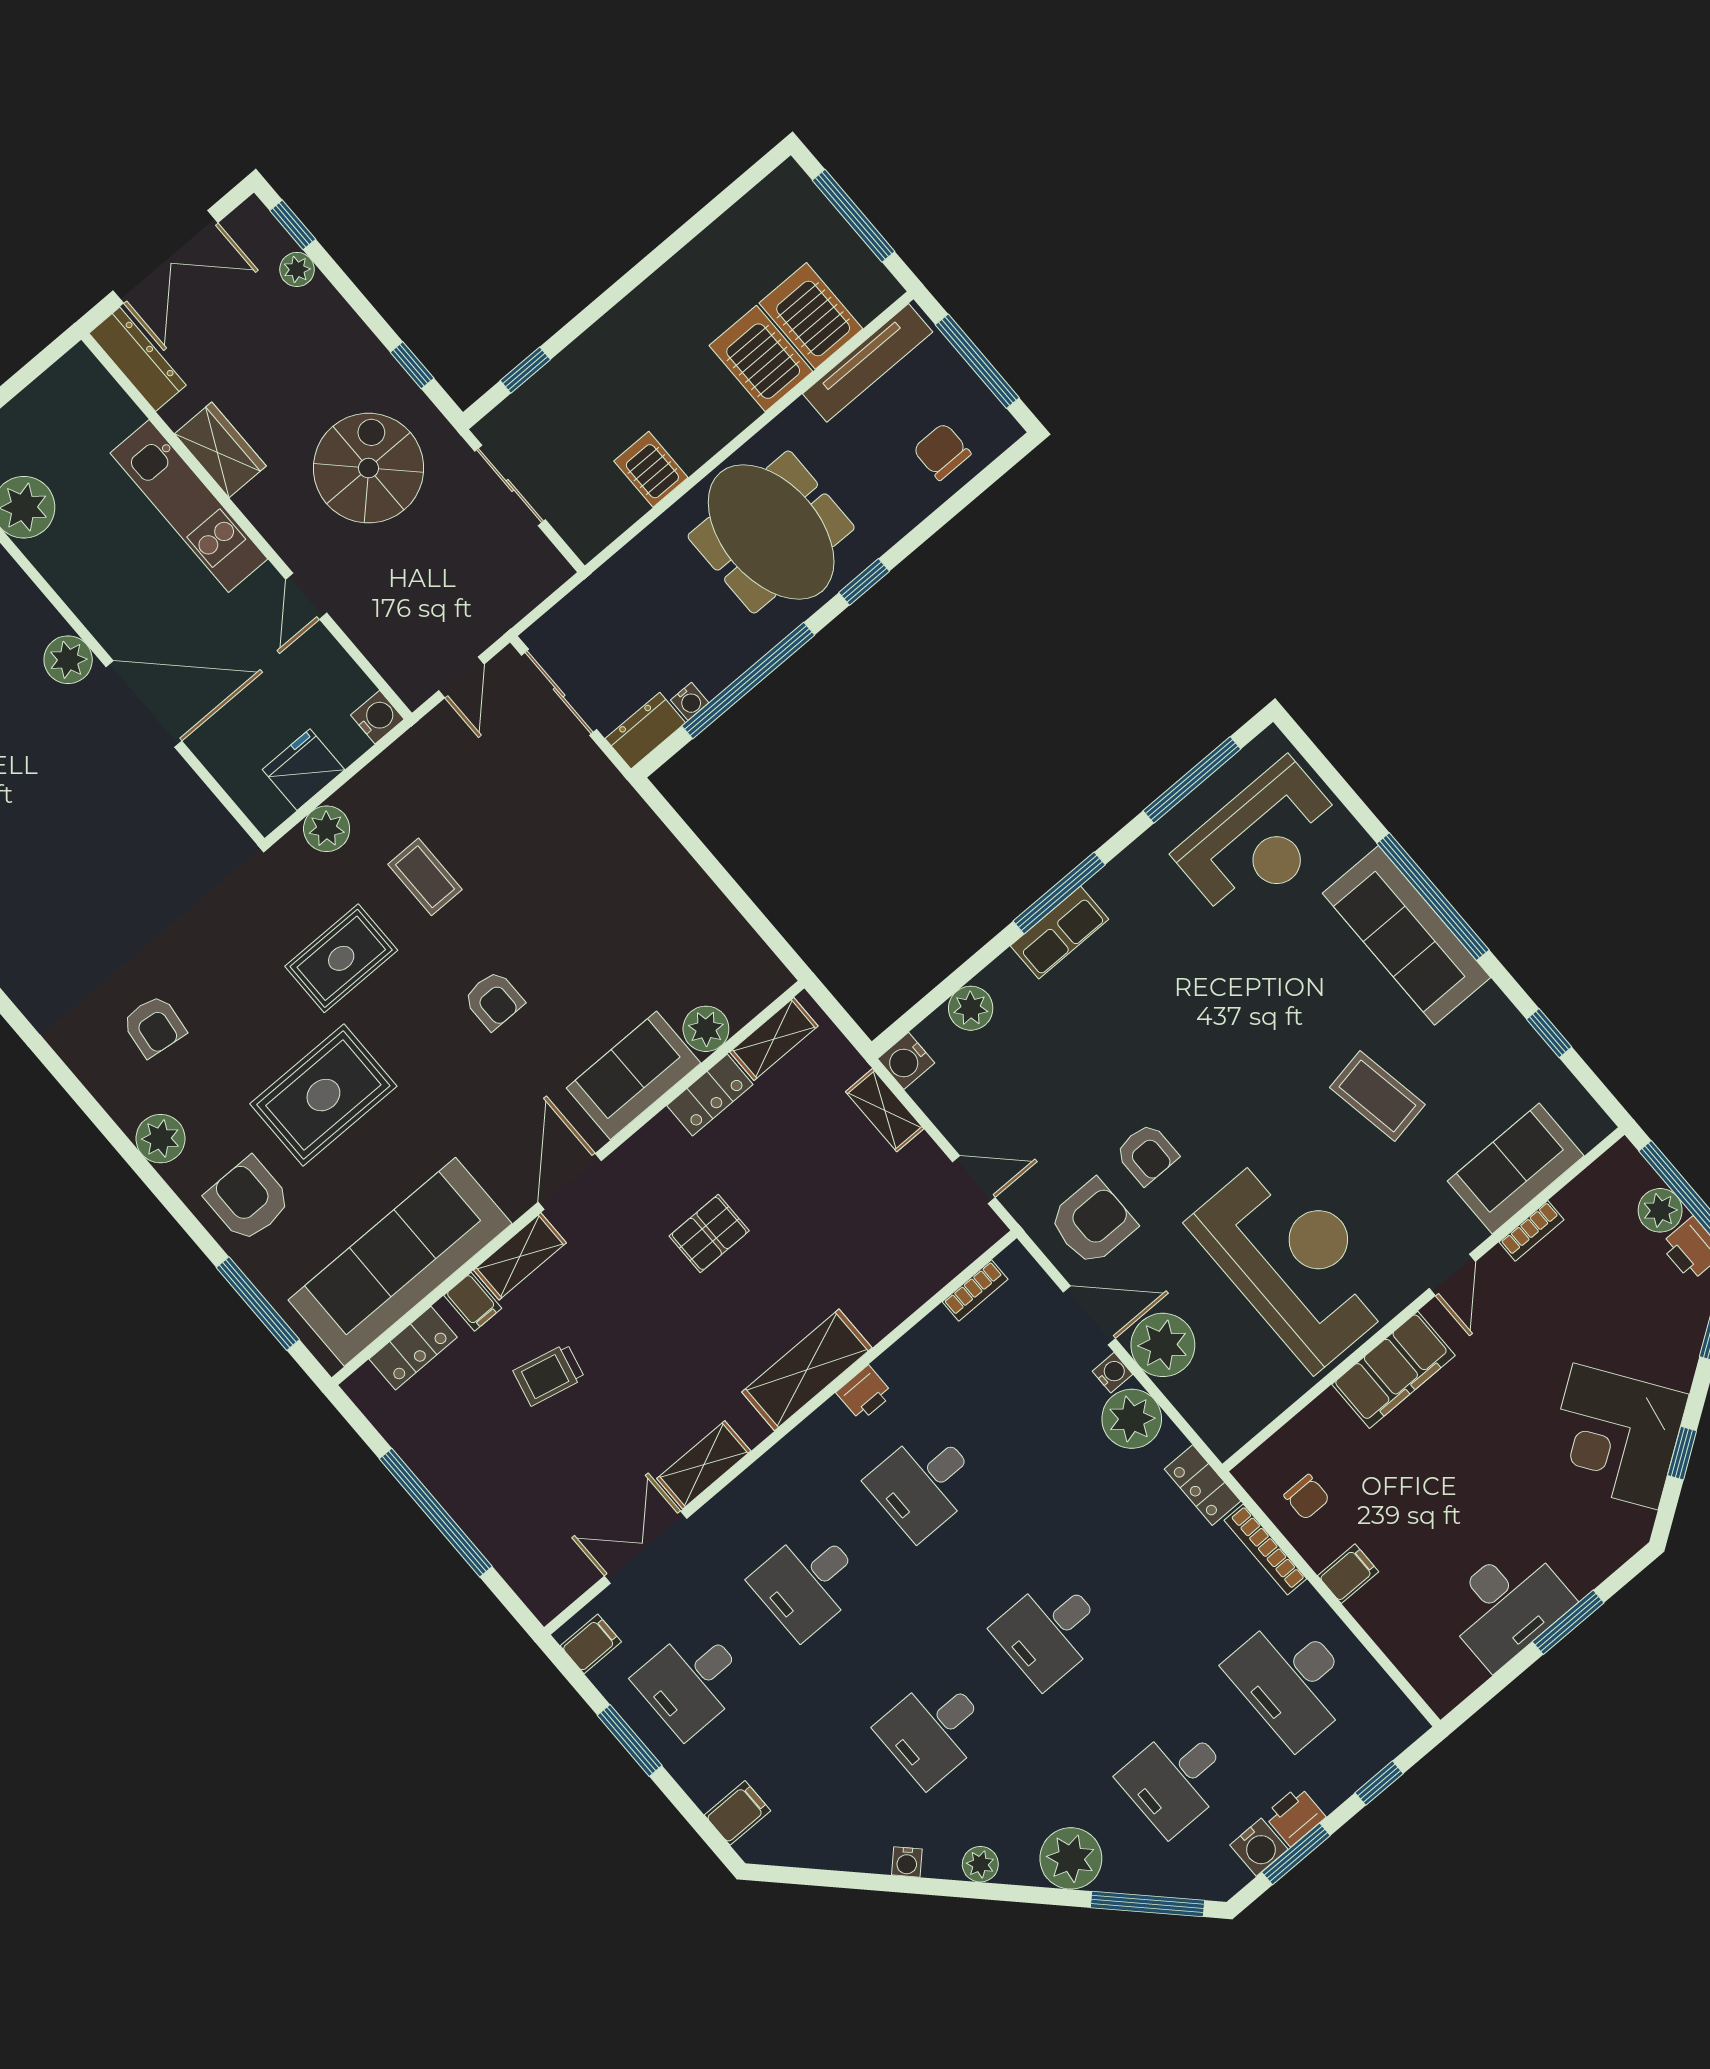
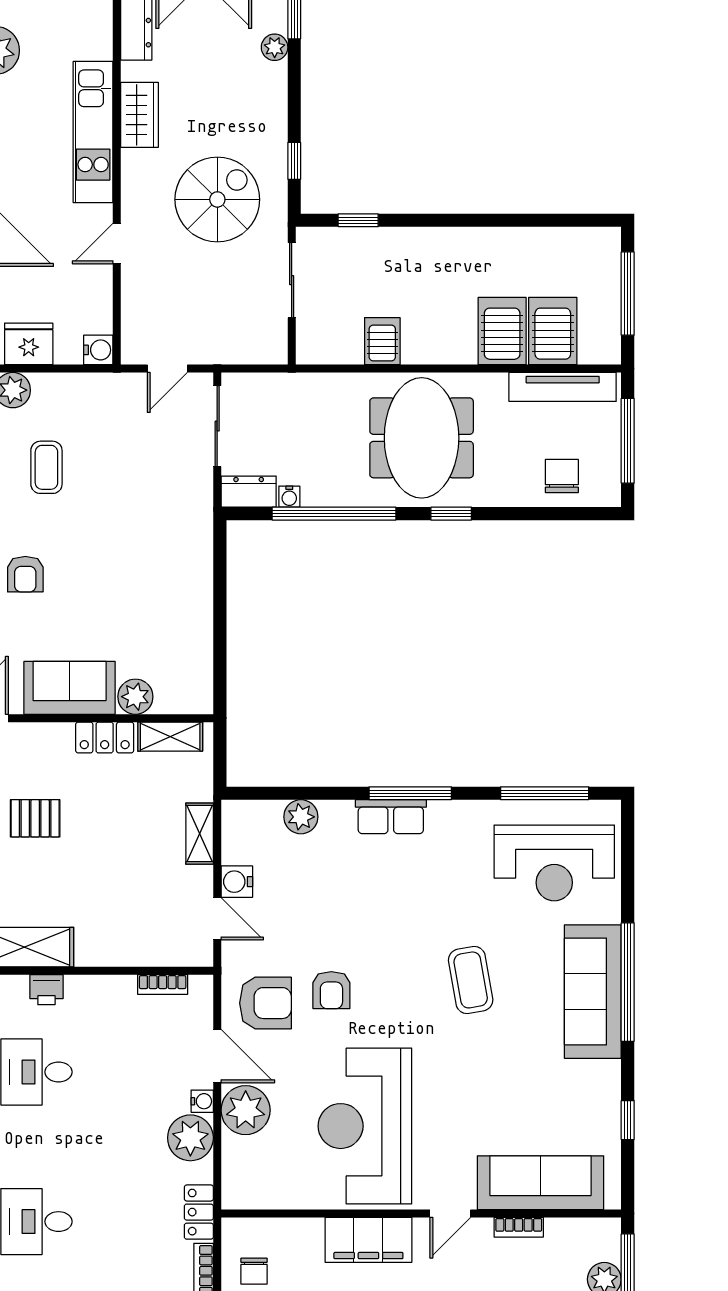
water cooler: (906, 1061) -> (237, 882), moved
coffee table: (1377, 1096) -> (471, 980), moved
sofa: (1516, 1168) -> (541, 1183), width x1.36
reception desk: (1294, 1260) -> (365, 1126), turned 180

